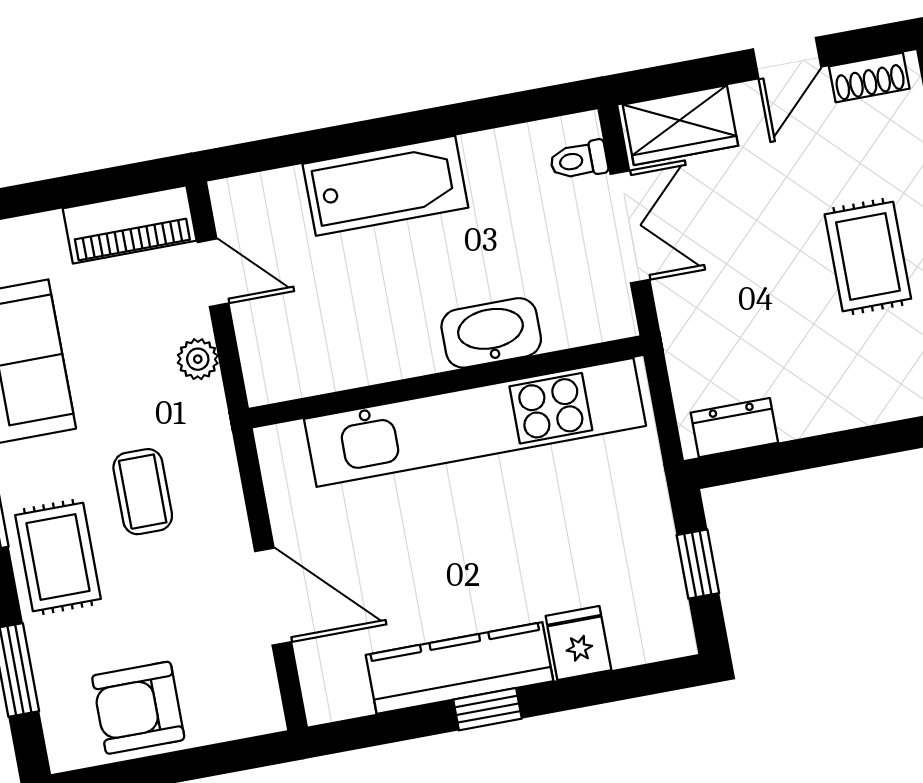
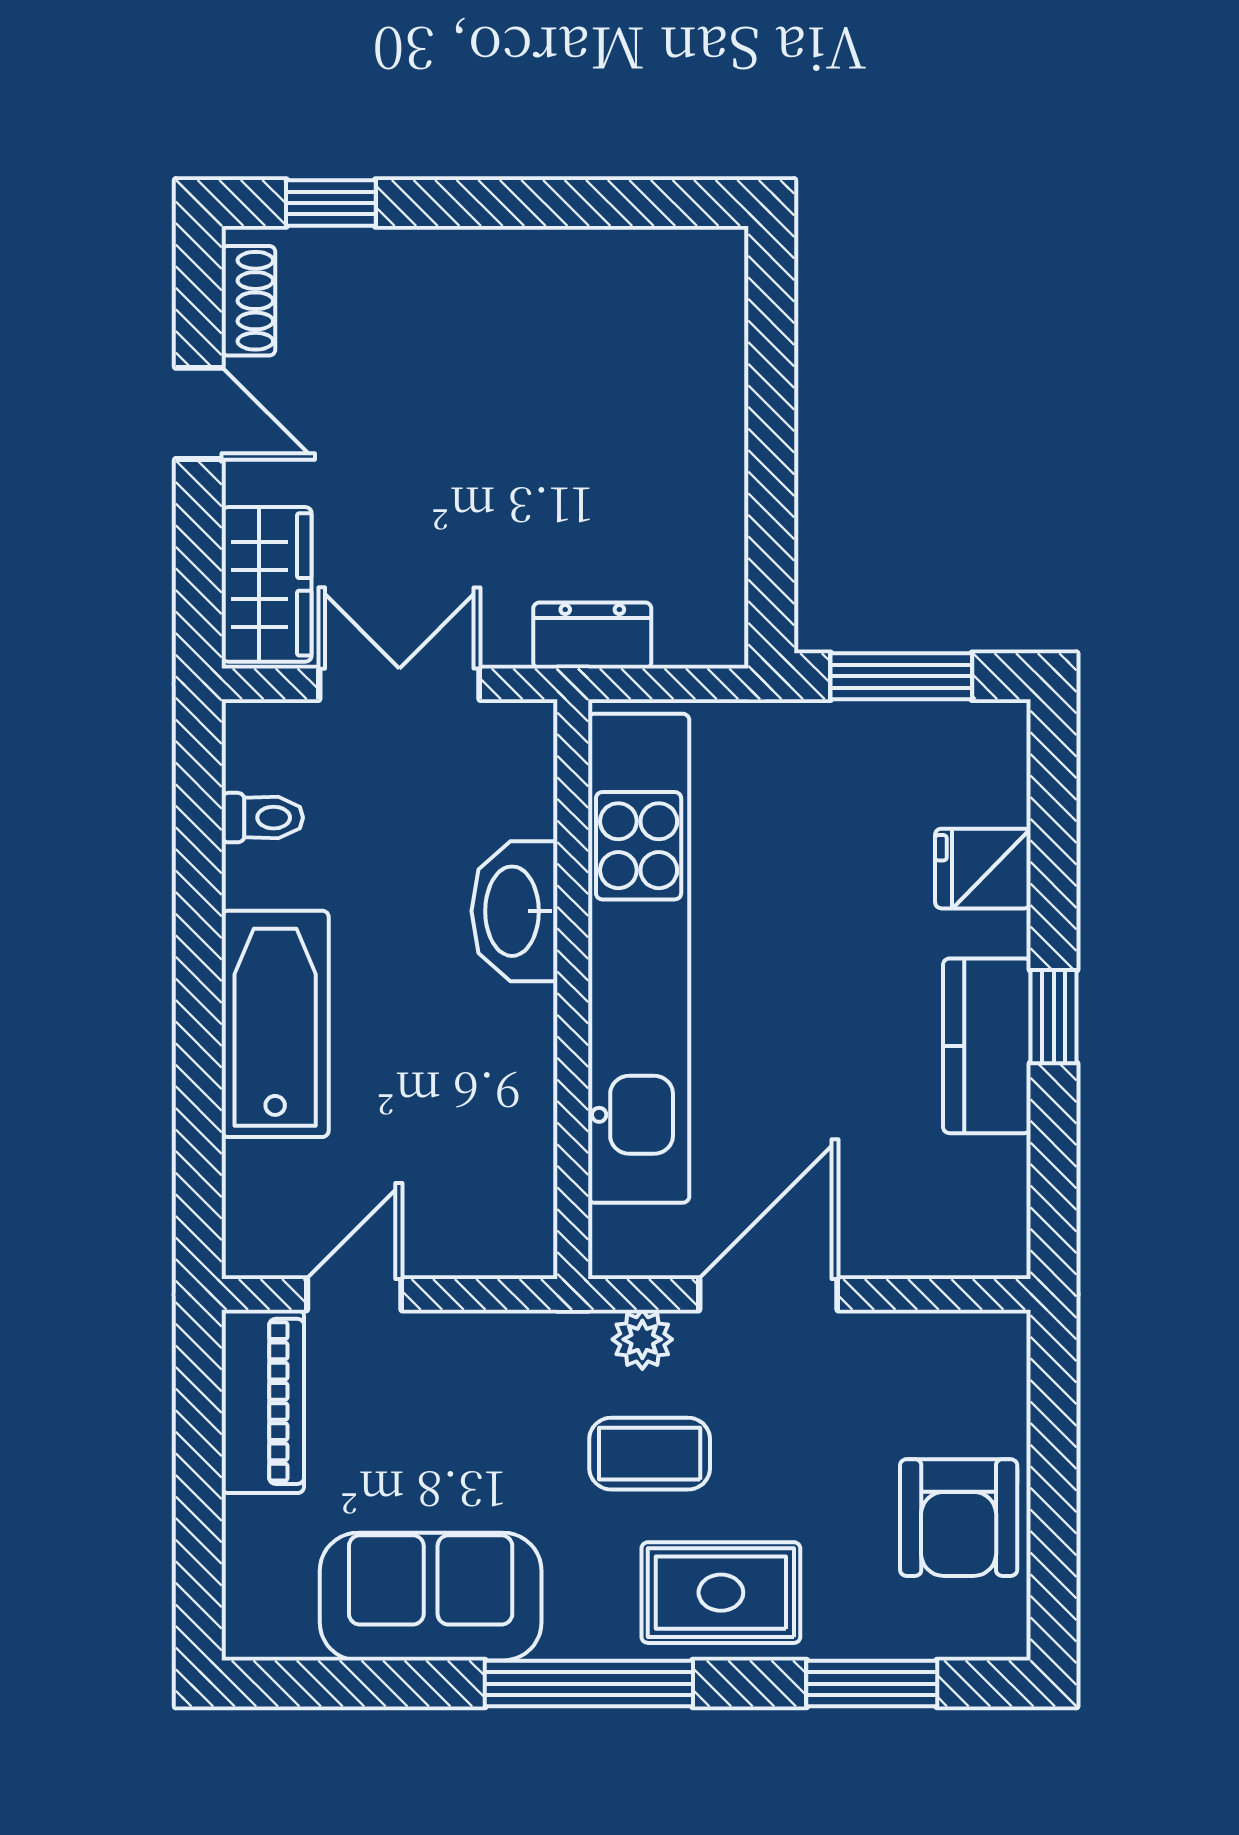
toilet: (579, 160) -> (262, 818), moved, turned -90
rug: (868, 256) -> (505, 350), removed
plant: (198, 359) -> (642, 1339), moved
dresser: (734, 428) -> (592, 635), moved, turned 90
window: (698, 564) -> (901, 676), width x1.50
door: (273, 597) -> (768, 1294), moved
kitchen counter: (460, 668) -> (987, 1046), width x0.67

